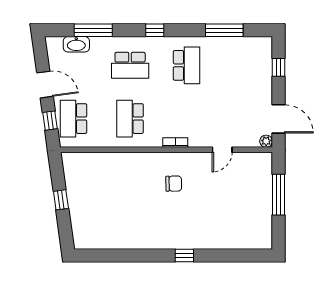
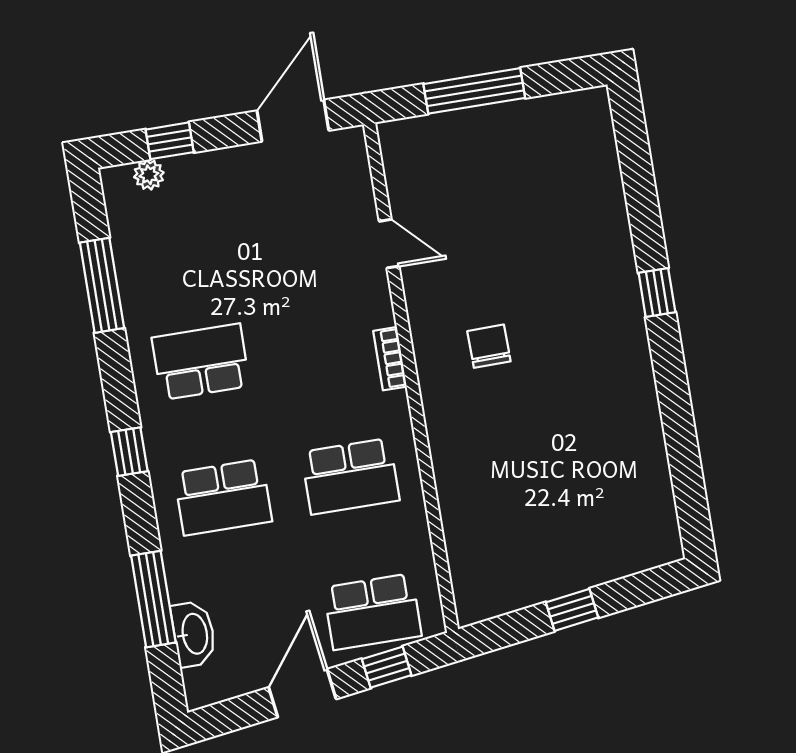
school desk: (130, 65) -> (223, 497), turned 90
plant: (266, 141) -> (149, 175), moved

